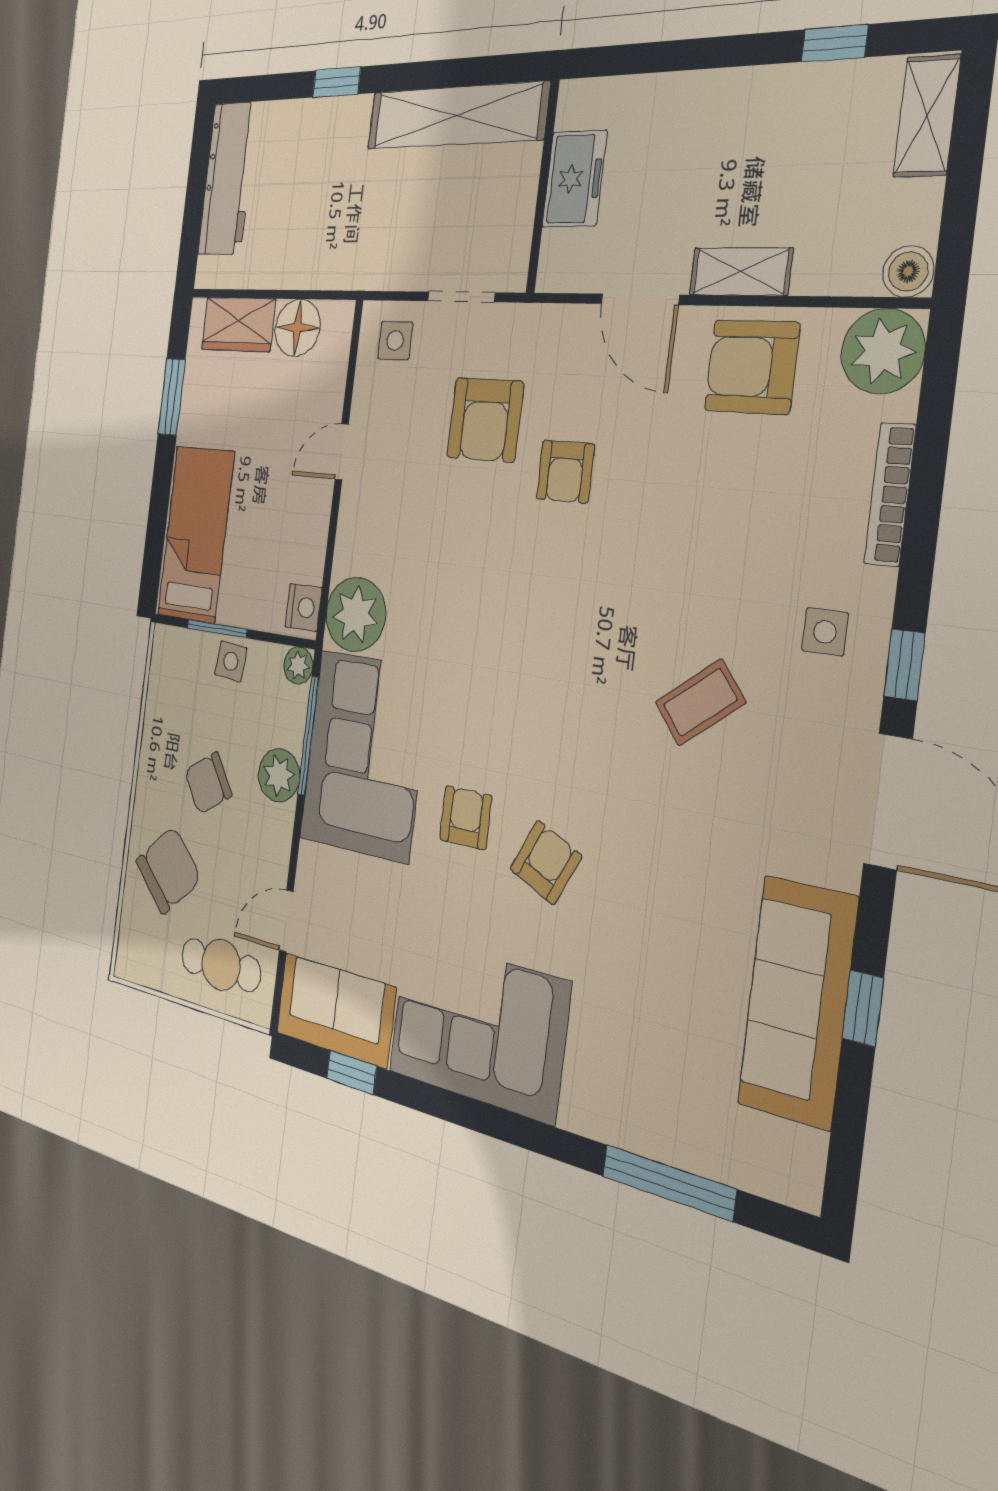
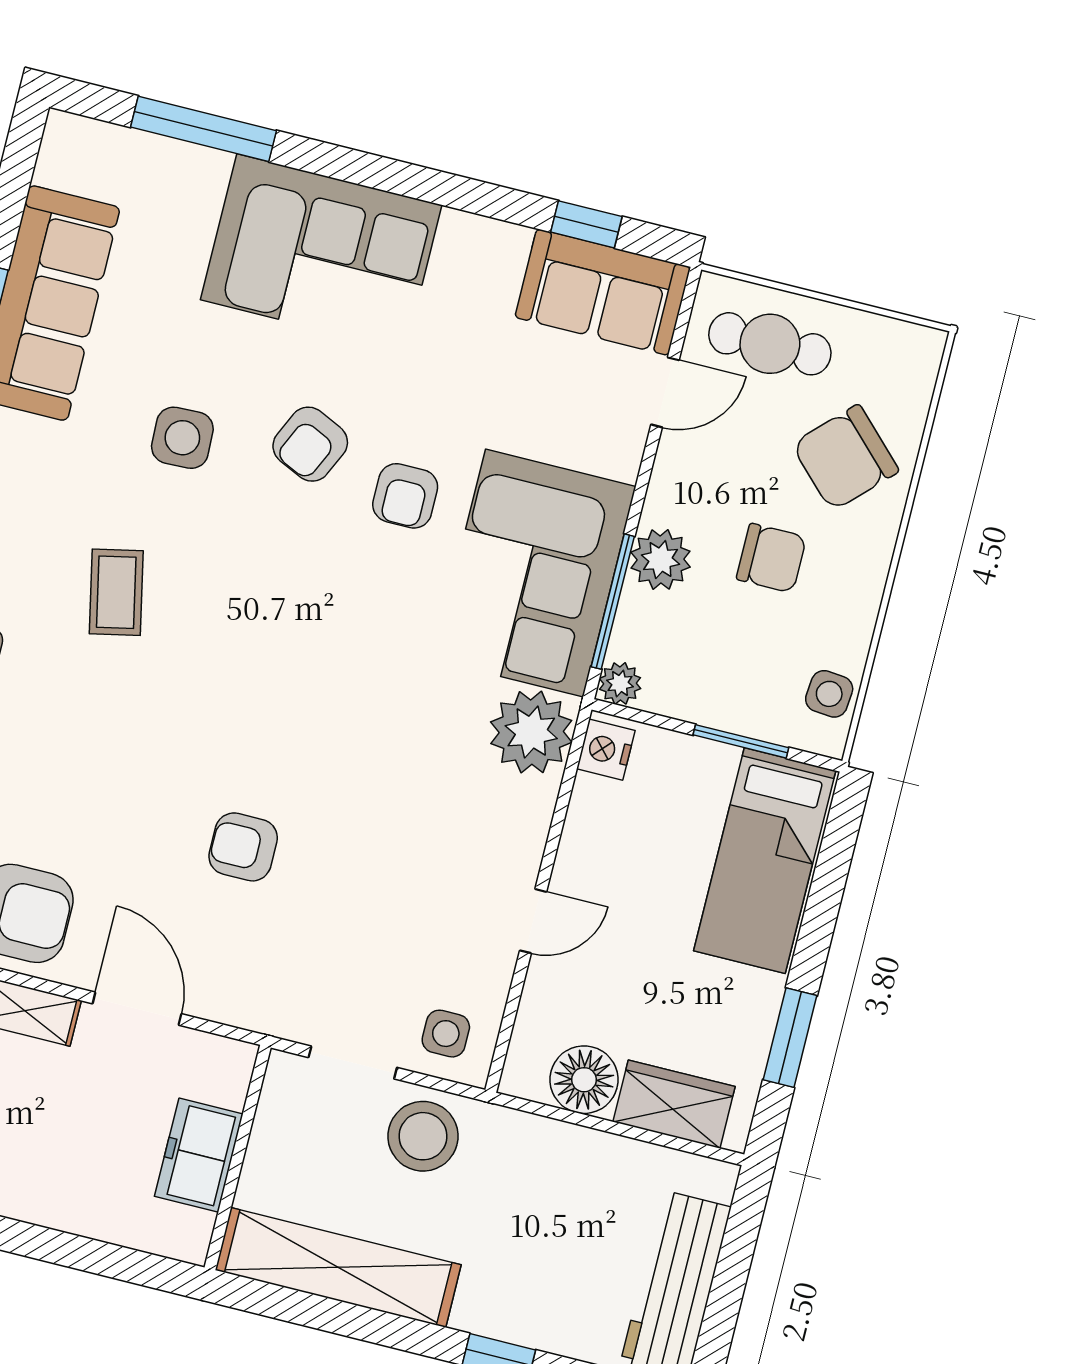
stool: (404, 248) -> (423, 1136), added
armchair: (485, 420) -> (336, 921), removed
armchair: (565, 472) -> (243, 847), turned -90
side table: (231, 661) -> (829, 694), moved
coffee table: (700, 702) -> (116, 592), turned -63
chair: (208, 783) -> (771, 558), turned 33
side table: (656, 863) -> (182, 438), added
corner sofa: (478, 1028) -> (321, 252), moved

